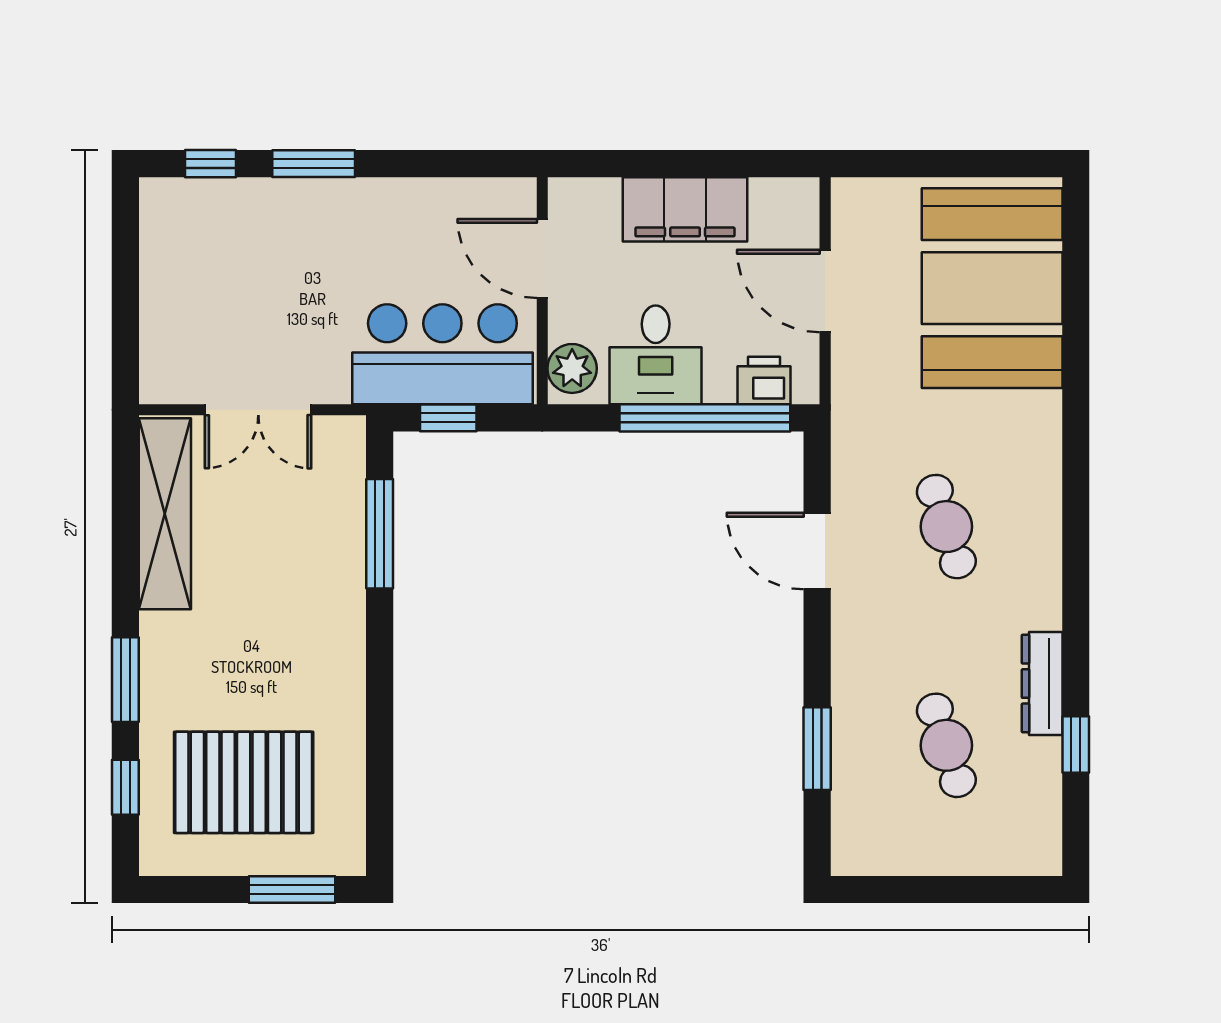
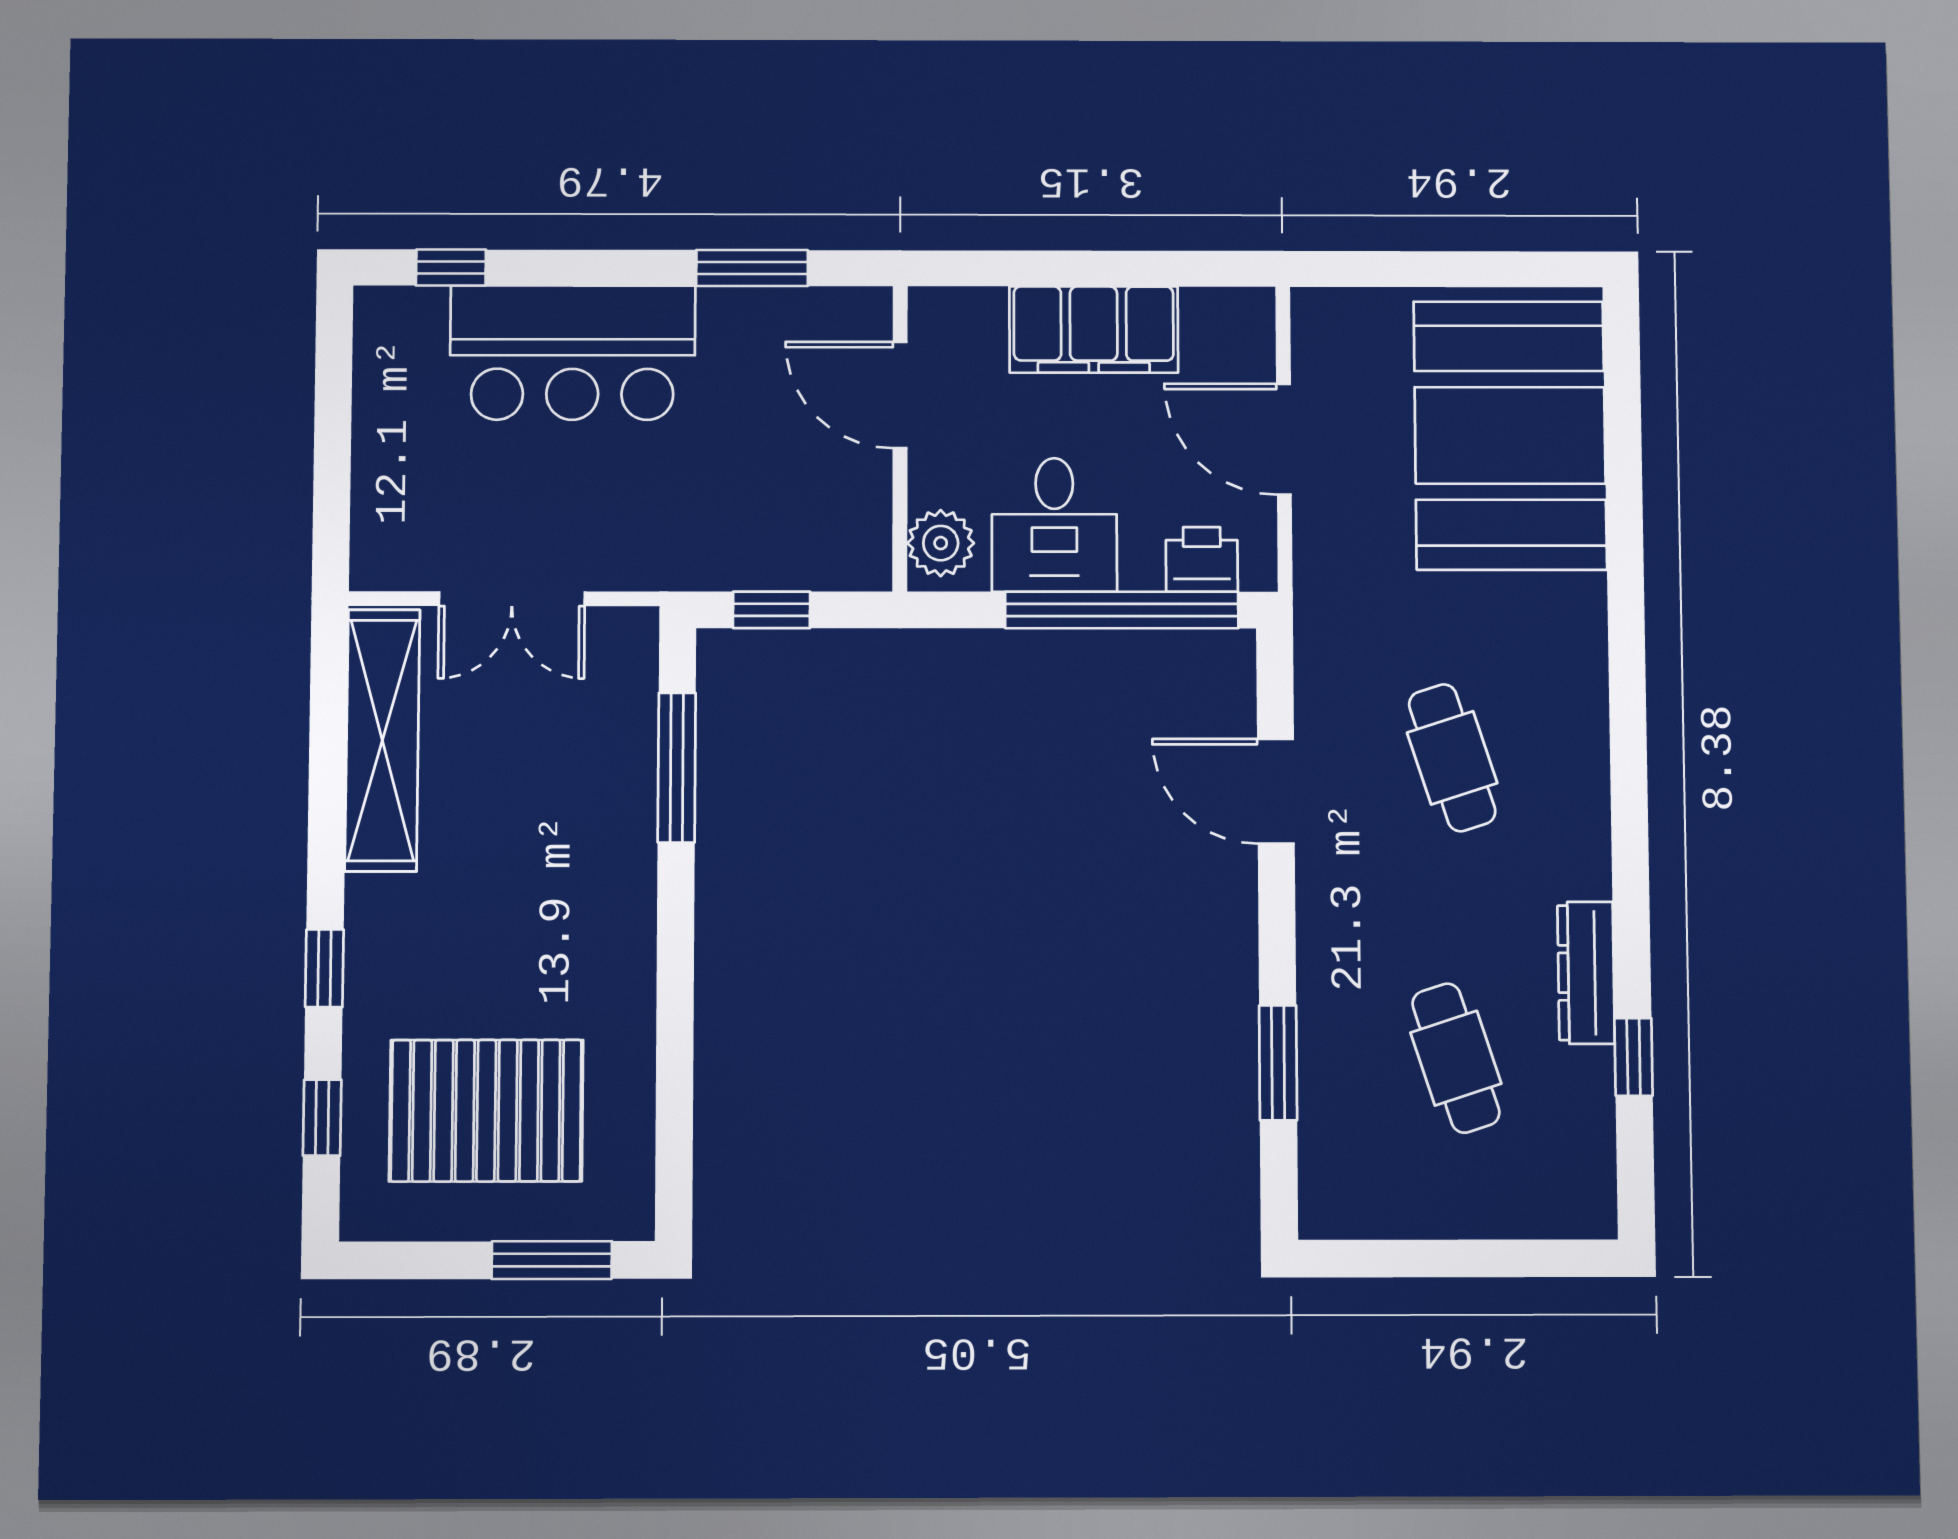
window: (314, 164) -> (752, 268), moved
bar counter: (442, 354) -> (573, 353), moved, turned 180
window: (125, 680) -> (324, 968), width x0.67

